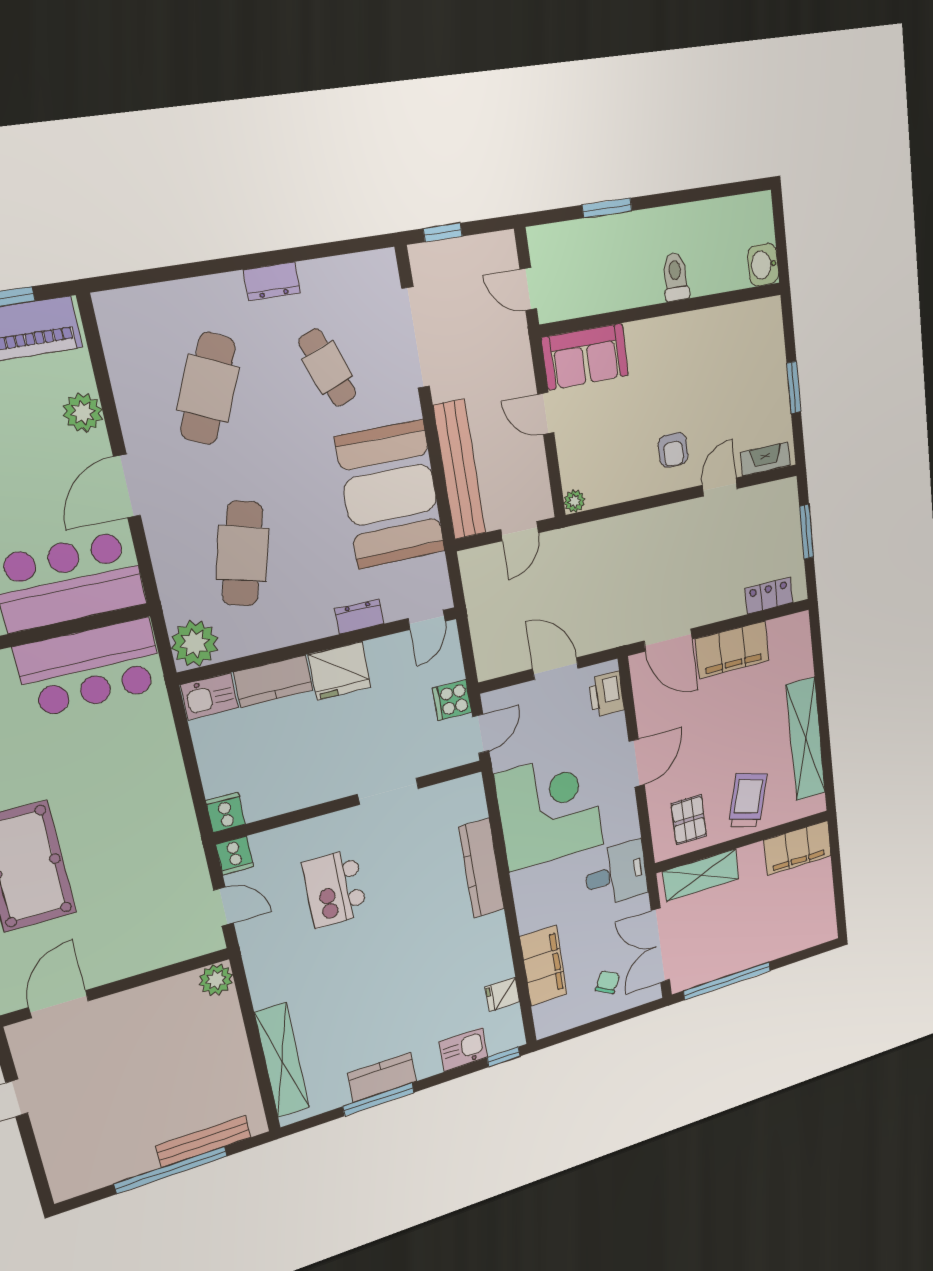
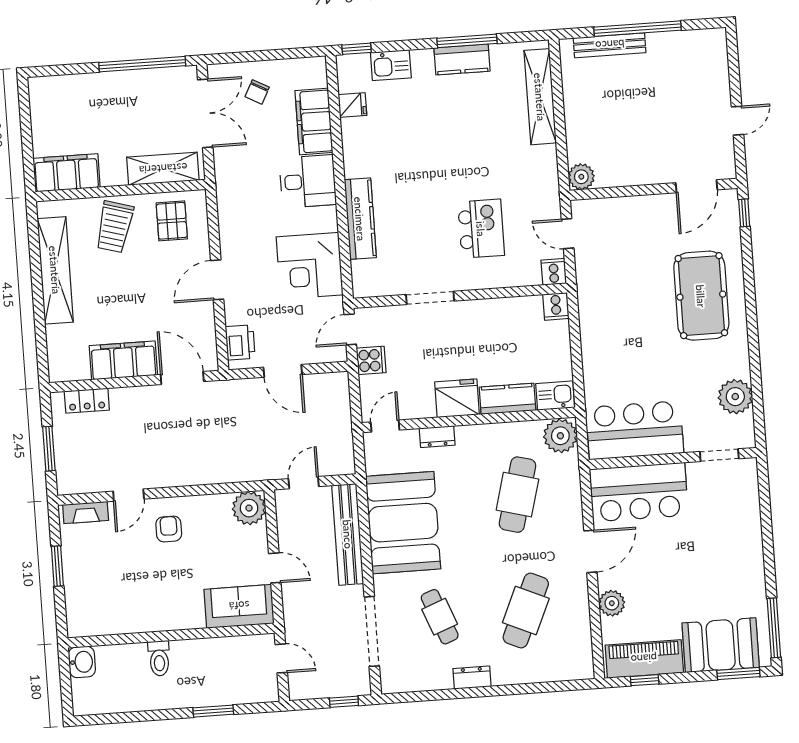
plant: (574, 501) -> (249, 508), width x1.87, depth x1.87
corner desk: (549, 810) -> (310, 266), width x0.74, depth x0.74
desk: (616, 874) -> (308, 181), moved, turned 180

